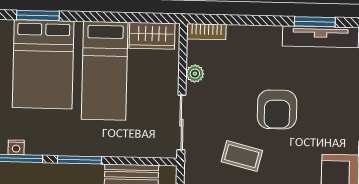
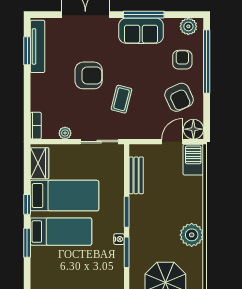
window: (93, 17) -> (27, 204), added
bed: (43, 64) -> (61, 232), width x0.67
nightstand: (16, 147) -> (119, 239), moved

